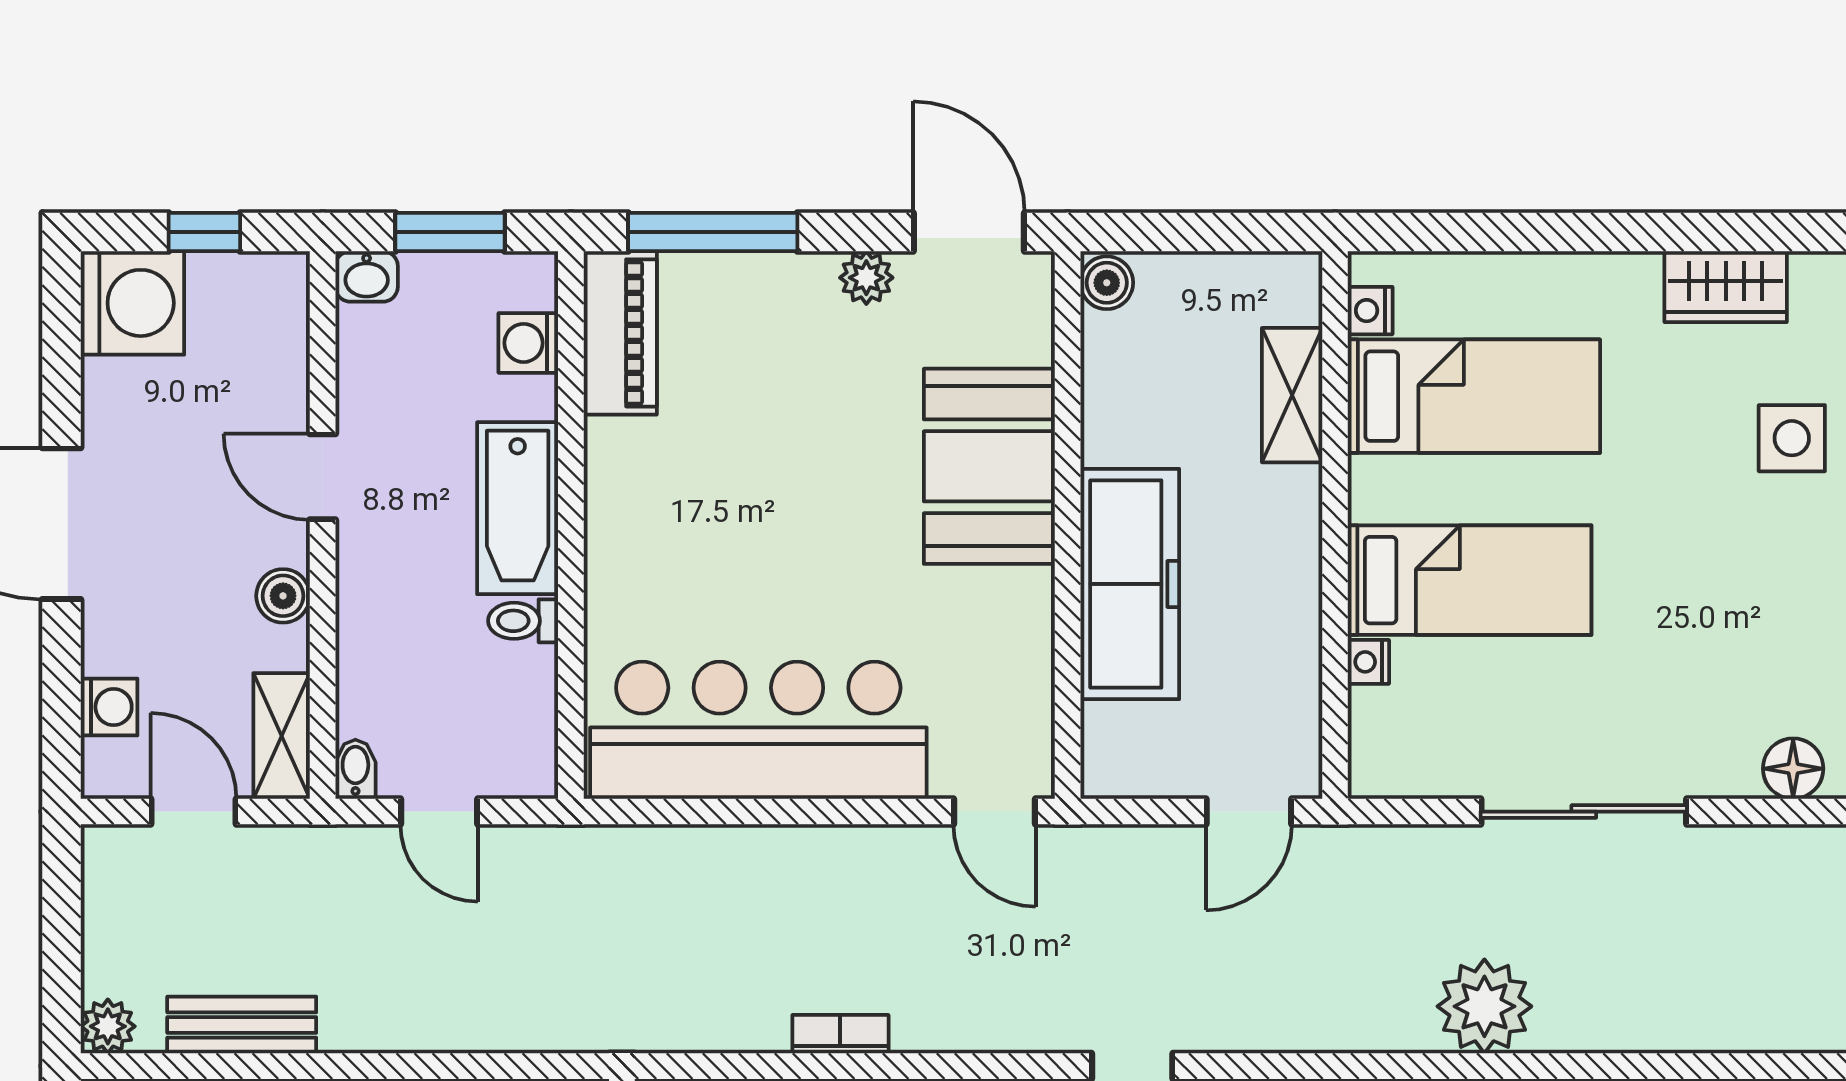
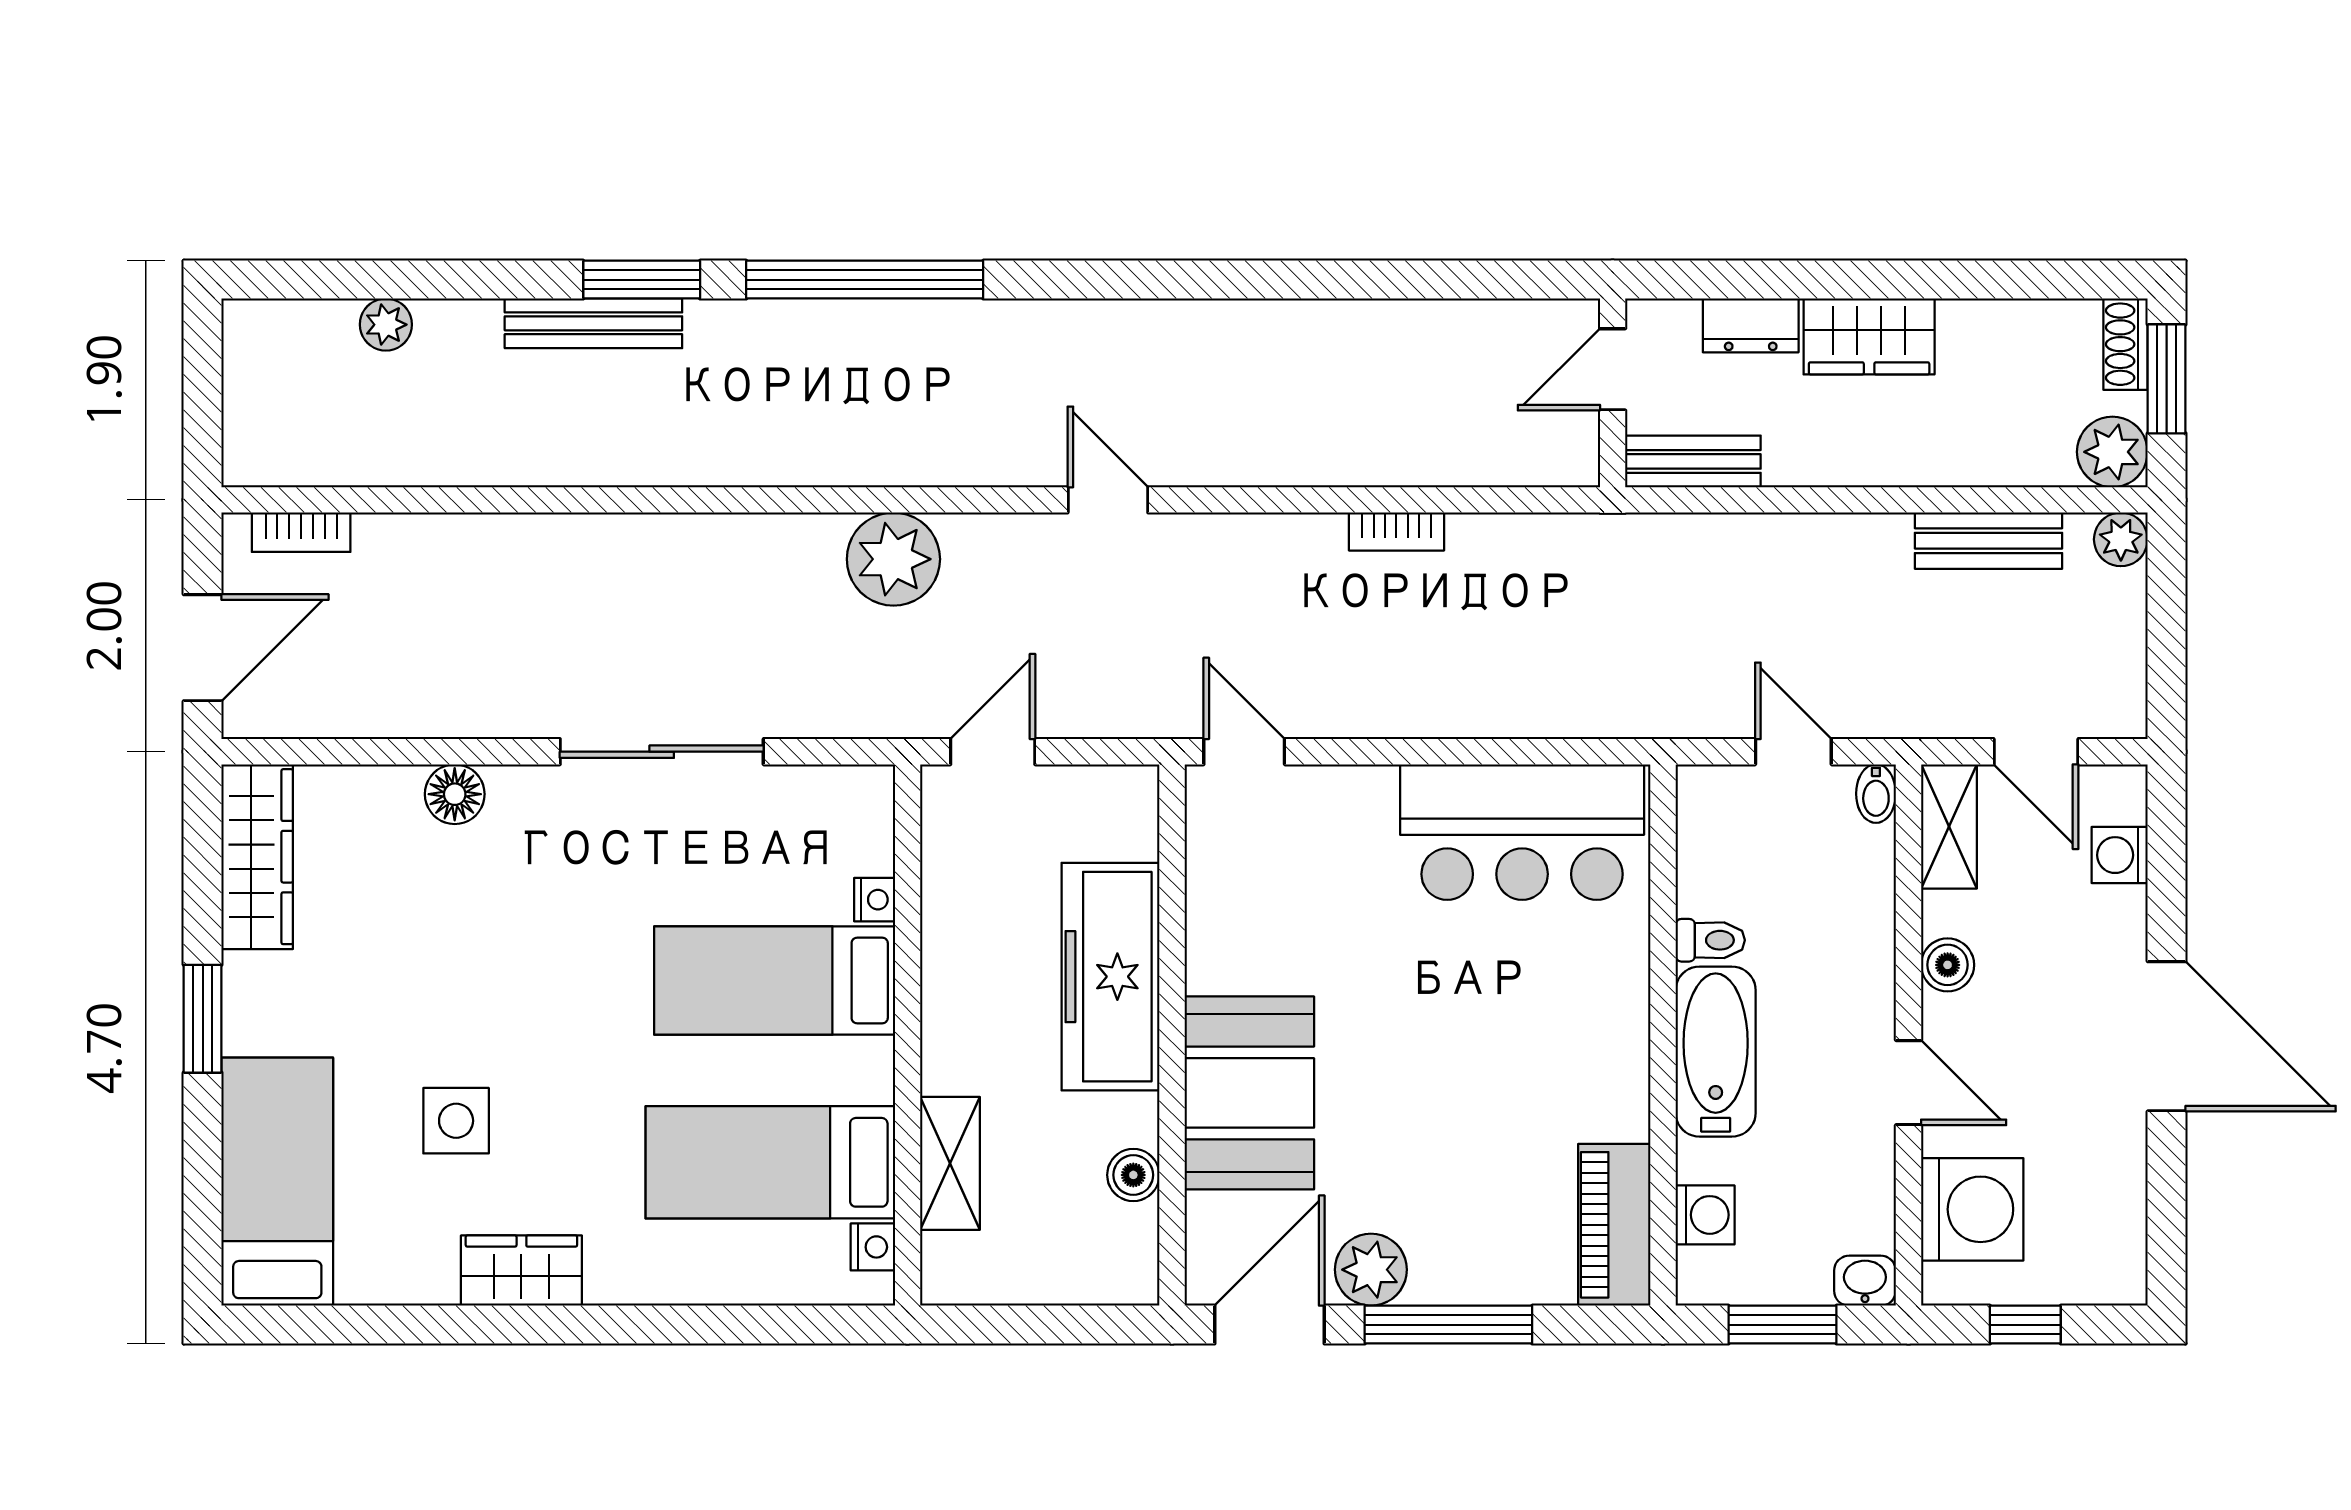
window: (713, 232) -> (1448, 1325), moved
door: (969, 232) -> (1269, 1325), swing flipped
plant: (866, 278) -> (1371, 1270), width x1.38, depth x1.38
boiler: (1107, 283) -> (1133, 1175), moved
washing machine: (132, 303) -> (1972, 1209), moved, turned 180
bar counter: (758, 730) -> (1522, 832), width x0.73
plant: (1484, 1006) -> (893, 559), moved

